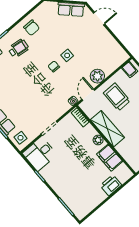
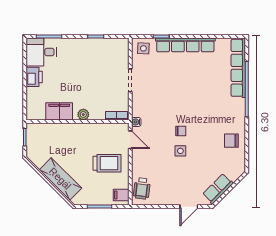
wheelchair: (18, 48) -> (142, 188), moved
plant: (97, 76) -> (140, 162), removed
shelving: (107, 129) -> (86, 131), removed
desk: (40, 154) -> (41, 52), moved, turned -90
printer: (111, 185) -> (34, 77), moved

